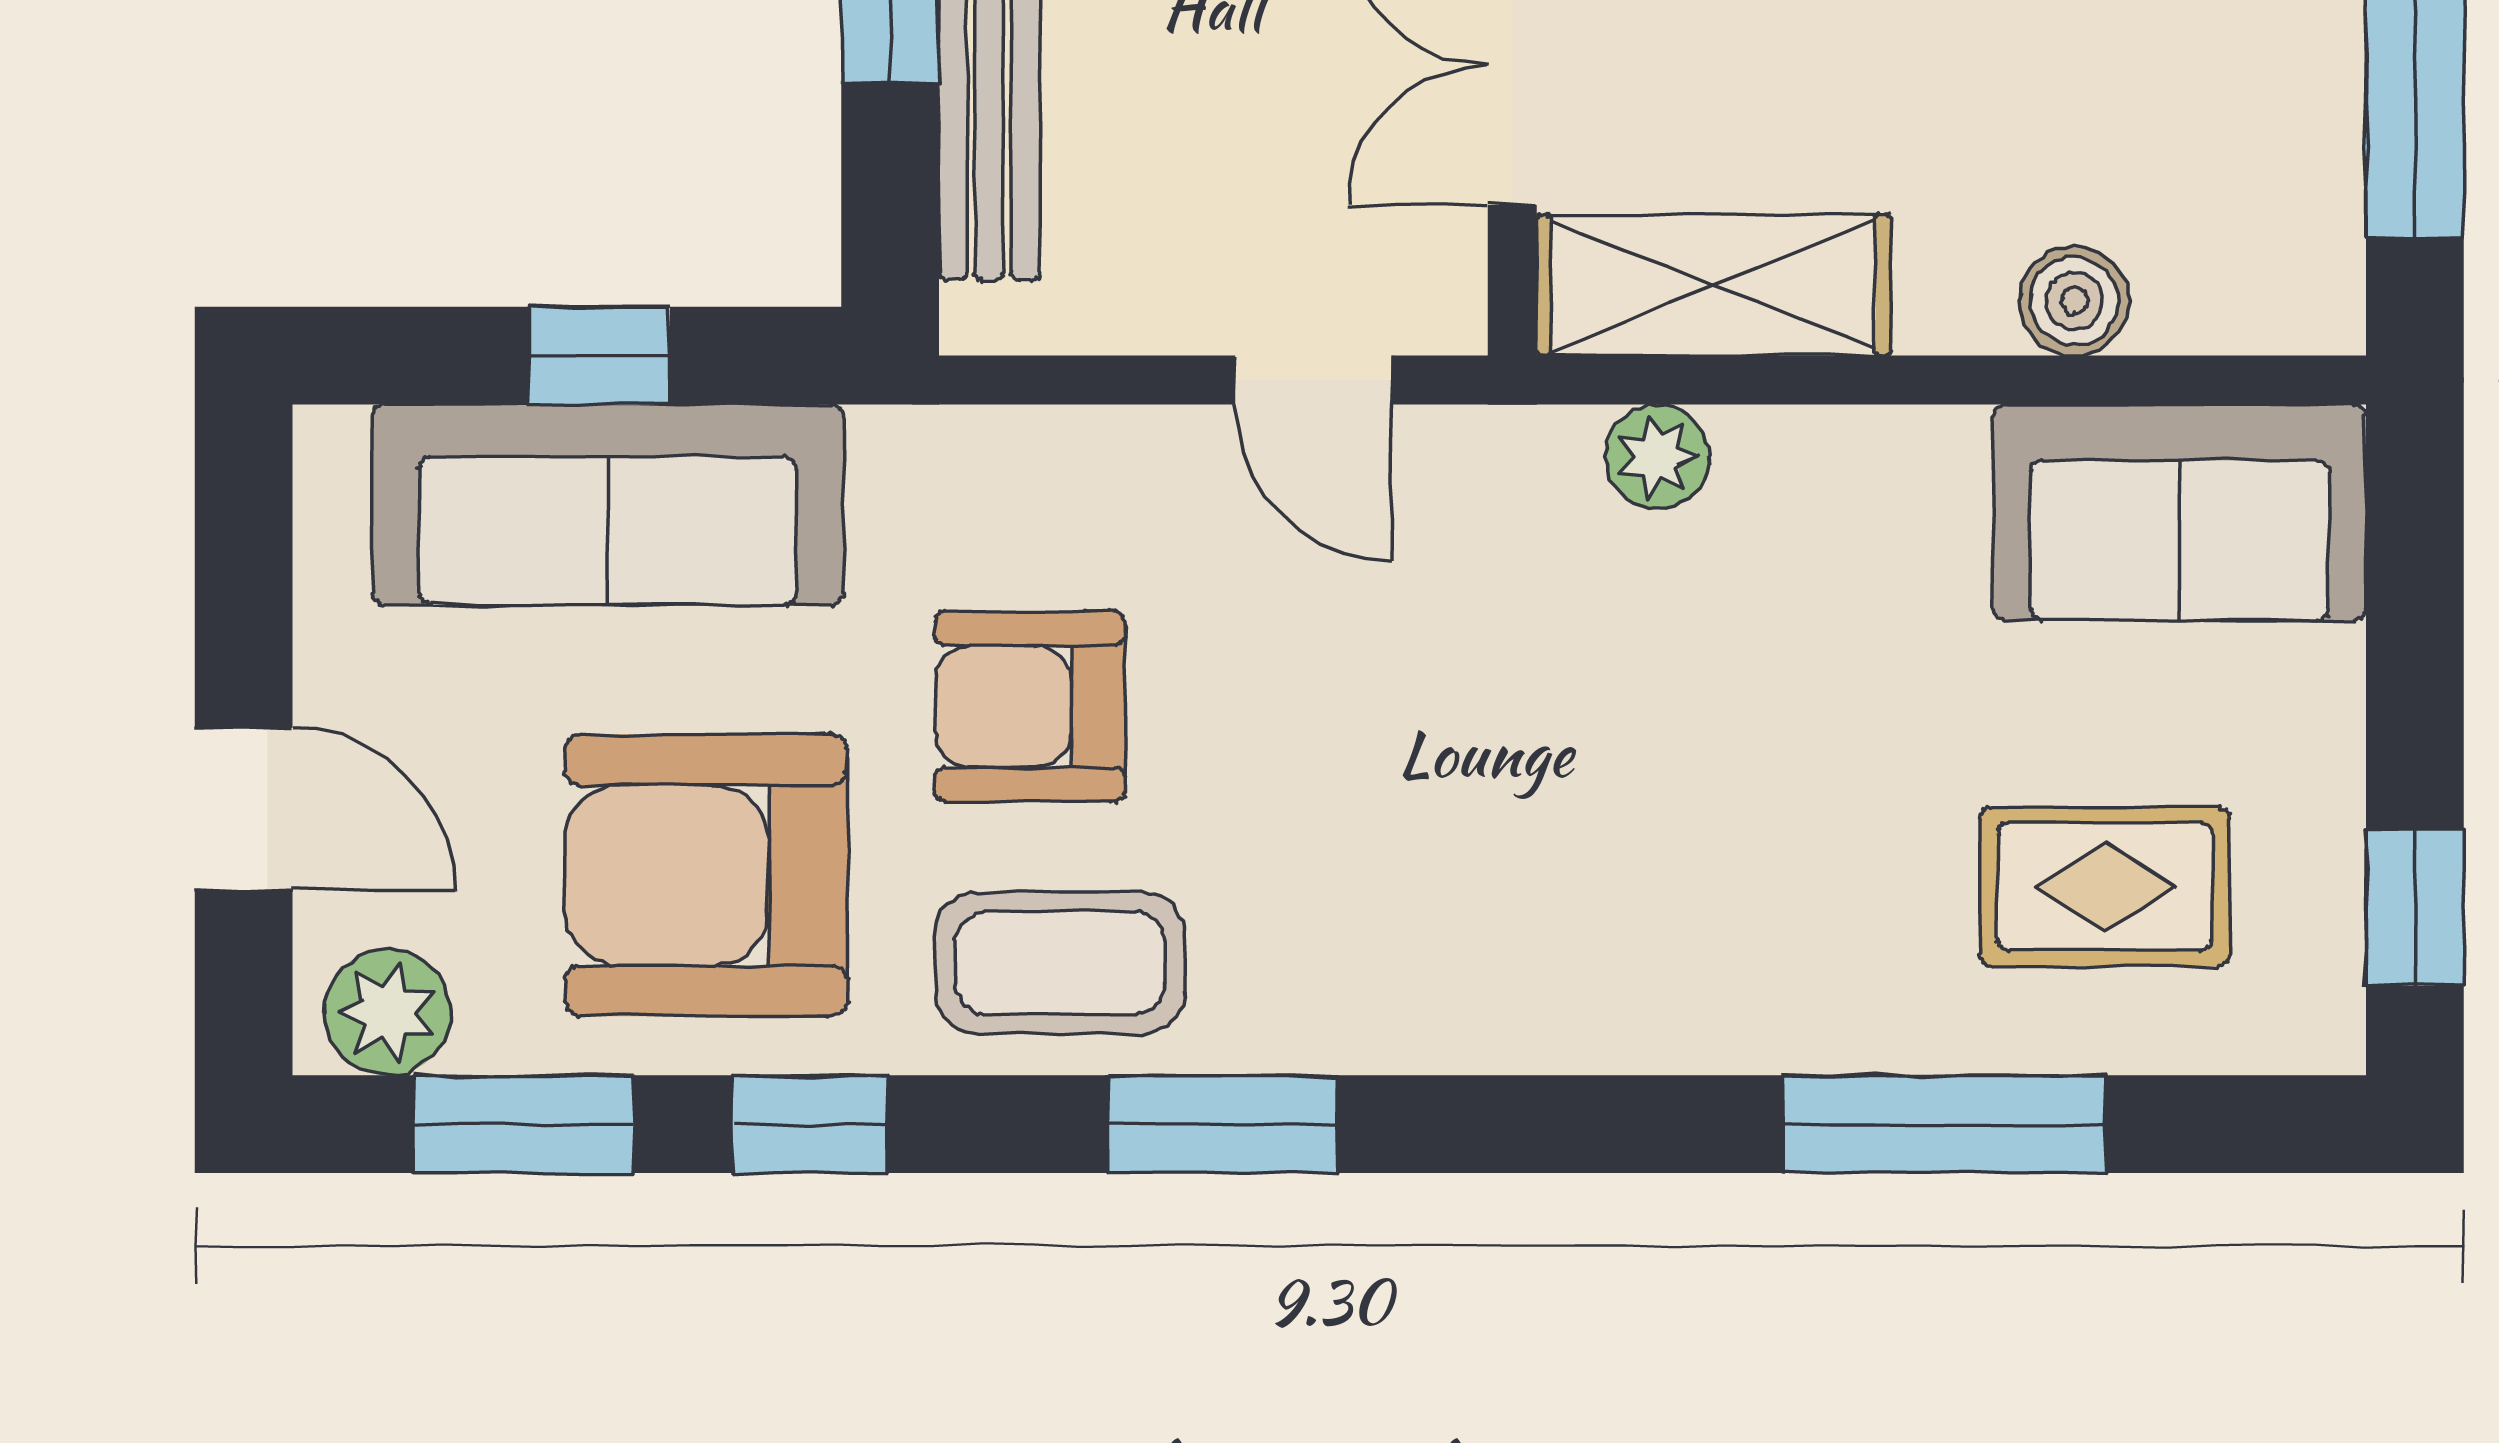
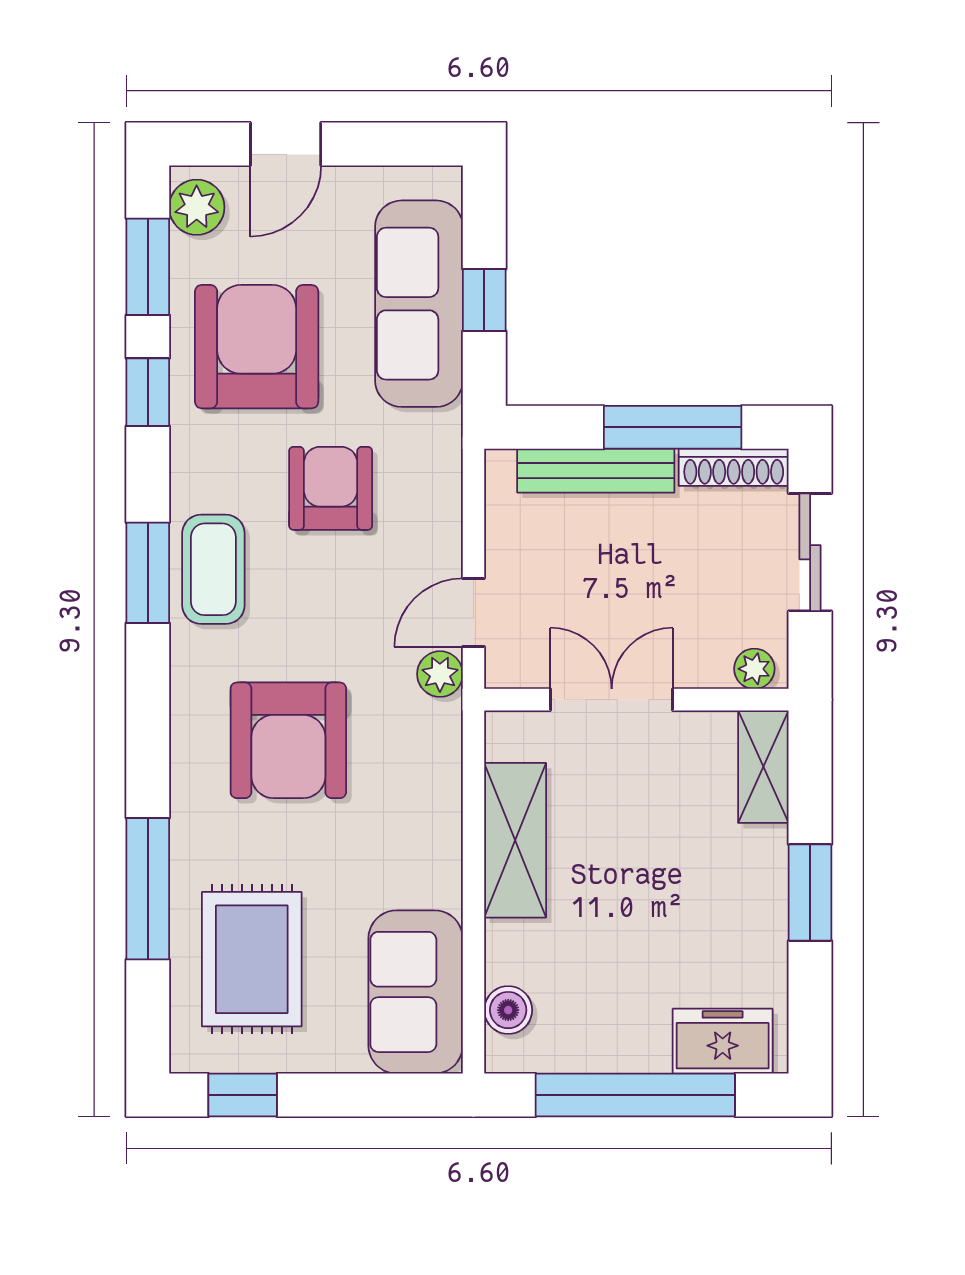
shelving: (1713, 285) -> (515, 840), moved
boiler: (2074, 301) -> (508, 1010), moved
plant: (1657, 457) -> (440, 674), moved
armchair: (1605, 803) -> (288, 740), added
rug: (2105, 886) -> (252, 959), width x1.36, depth x1.43
coffee table: (1060, 963) -> (213, 569), moved

